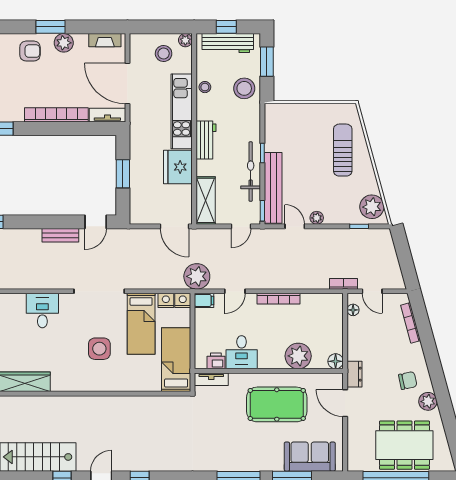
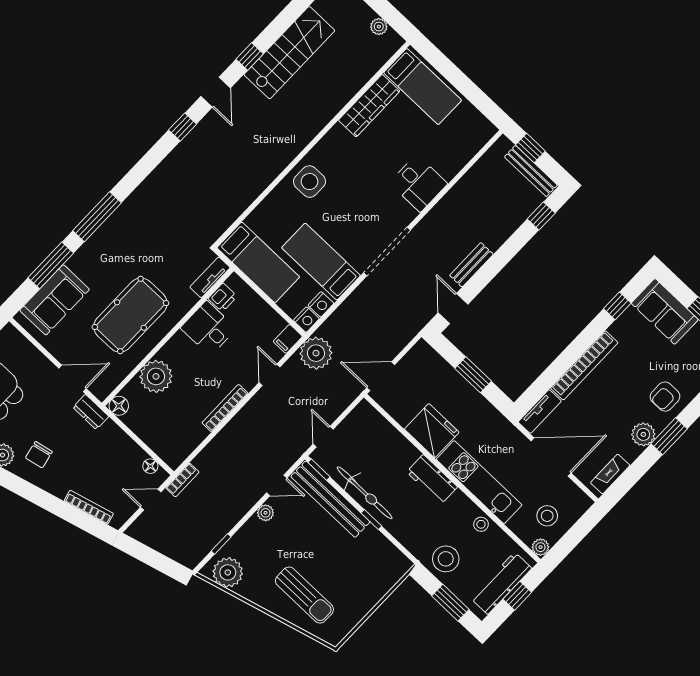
shelving: (206, 200) -> (377, 427), removed
side table: (99, 349) -> (310, 182), moved

